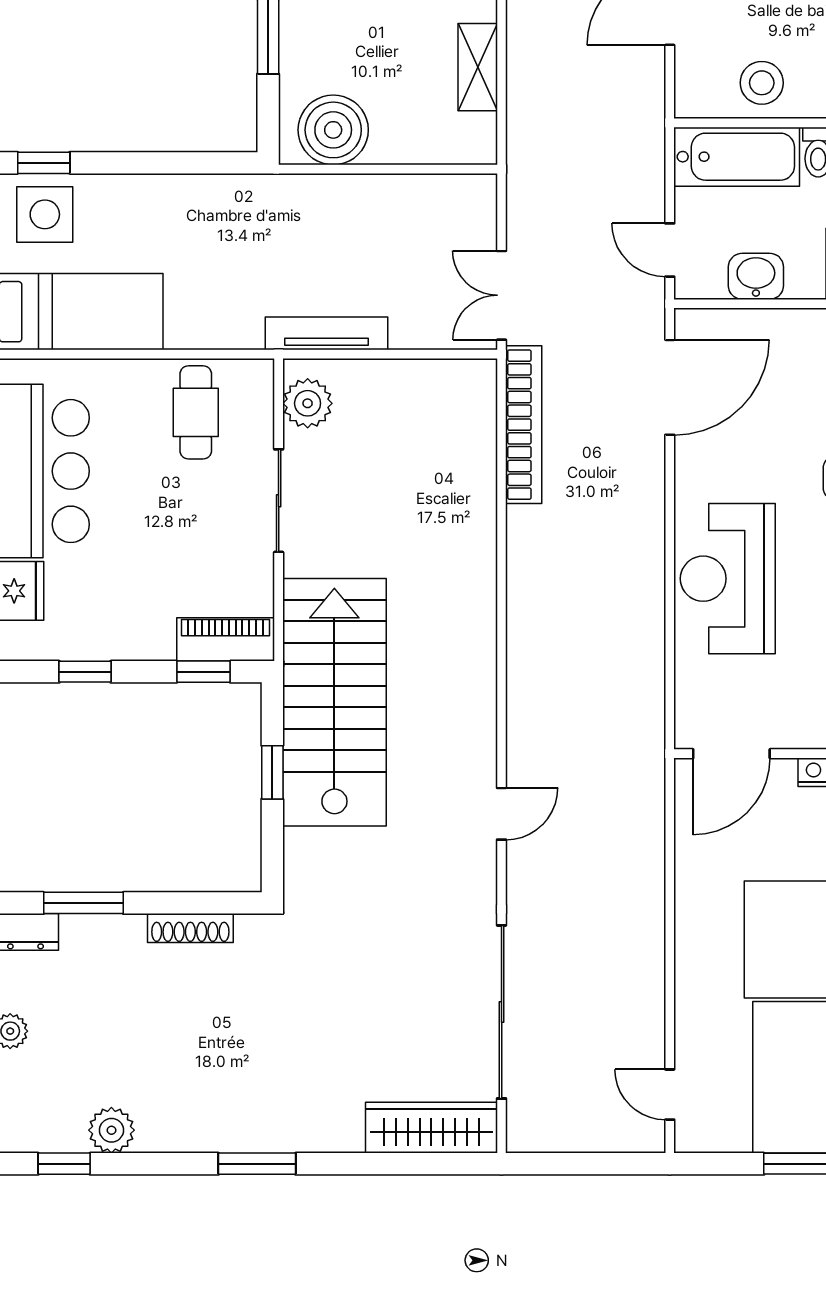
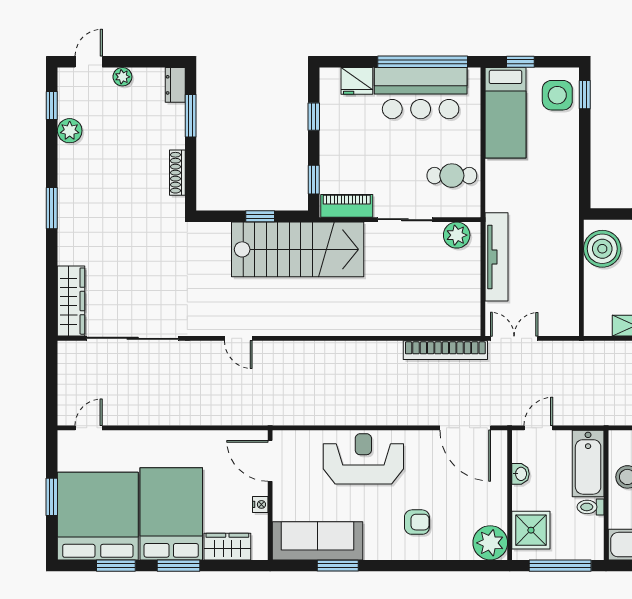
washbasin: (756, 276) -> (521, 474), width x0.72, depth x0.69
tv unit: (327, 333) -> (496, 257), width x1.36, depth x1.29
piano: (225, 639) -> (347, 206), moved, turned -90

